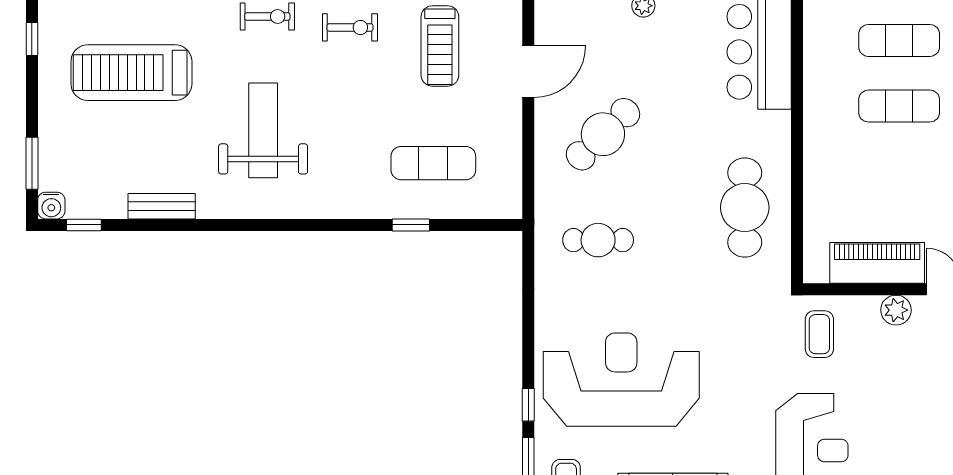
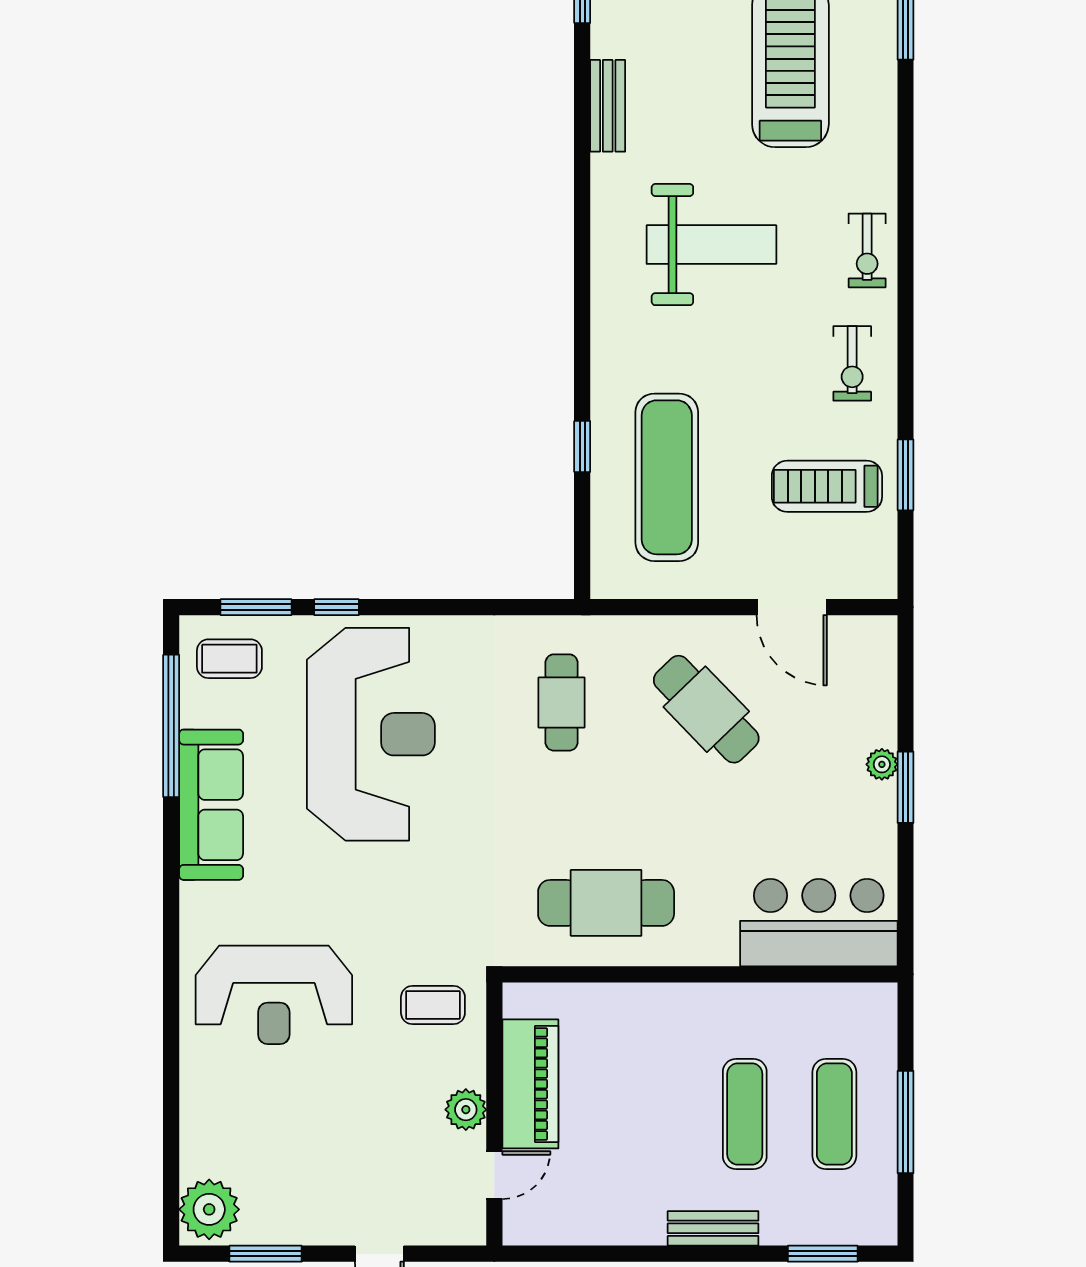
exercise mat: (433, 163) -> (667, 477), width x1.36, depth x1.45

